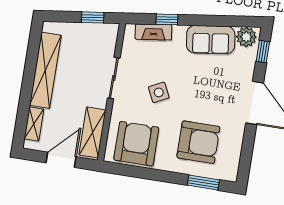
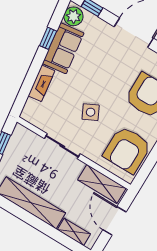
window: (167, 19) -> (48, 38), moved
fireplace: (153, 32) -> (42, 83), moved
armchair: (136, 144) -> (127, 150), turned -90

